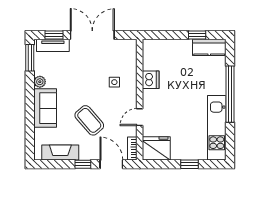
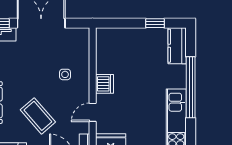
kitchen counter: (209, 47) -> (177, 46), moved, turned 90
dishwasher: (151, 80) -> (104, 84), moved

